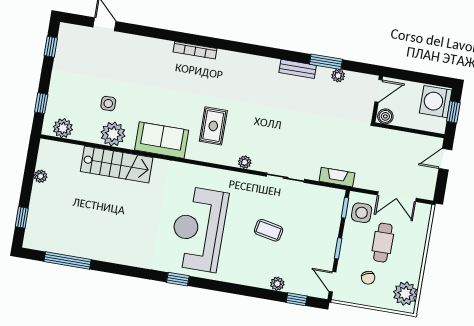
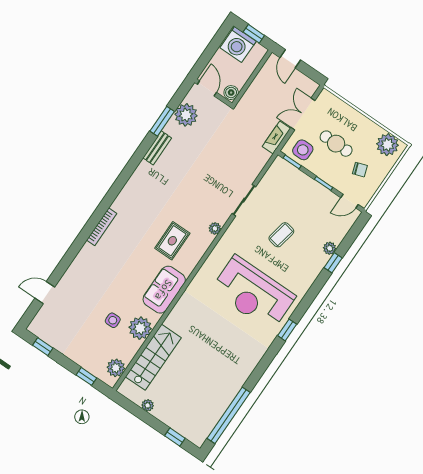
plant: (338, 76) -> (186, 115), width x1.88, depth x1.88
rug: (213, 126) -> (172, 241), turned 90
stairs: (117, 165) -> (153, 357), moved
fireplace: (337, 177) -> (276, 138), moved
double door: (397, 197) -> (303, 114), swing flipped
window: (67, 260) -> (229, 415), width x1.46
window: (297, 299) -> (333, 263), moved

